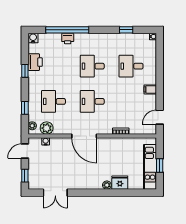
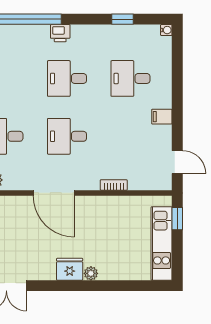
printer: (68, 39) -> (60, 33), moved
door: (160, 117) -> (177, 162), swing flipped
window: (160, 166) -> (177, 219), moved
fridge: (120, 183) -> (70, 269), moved

